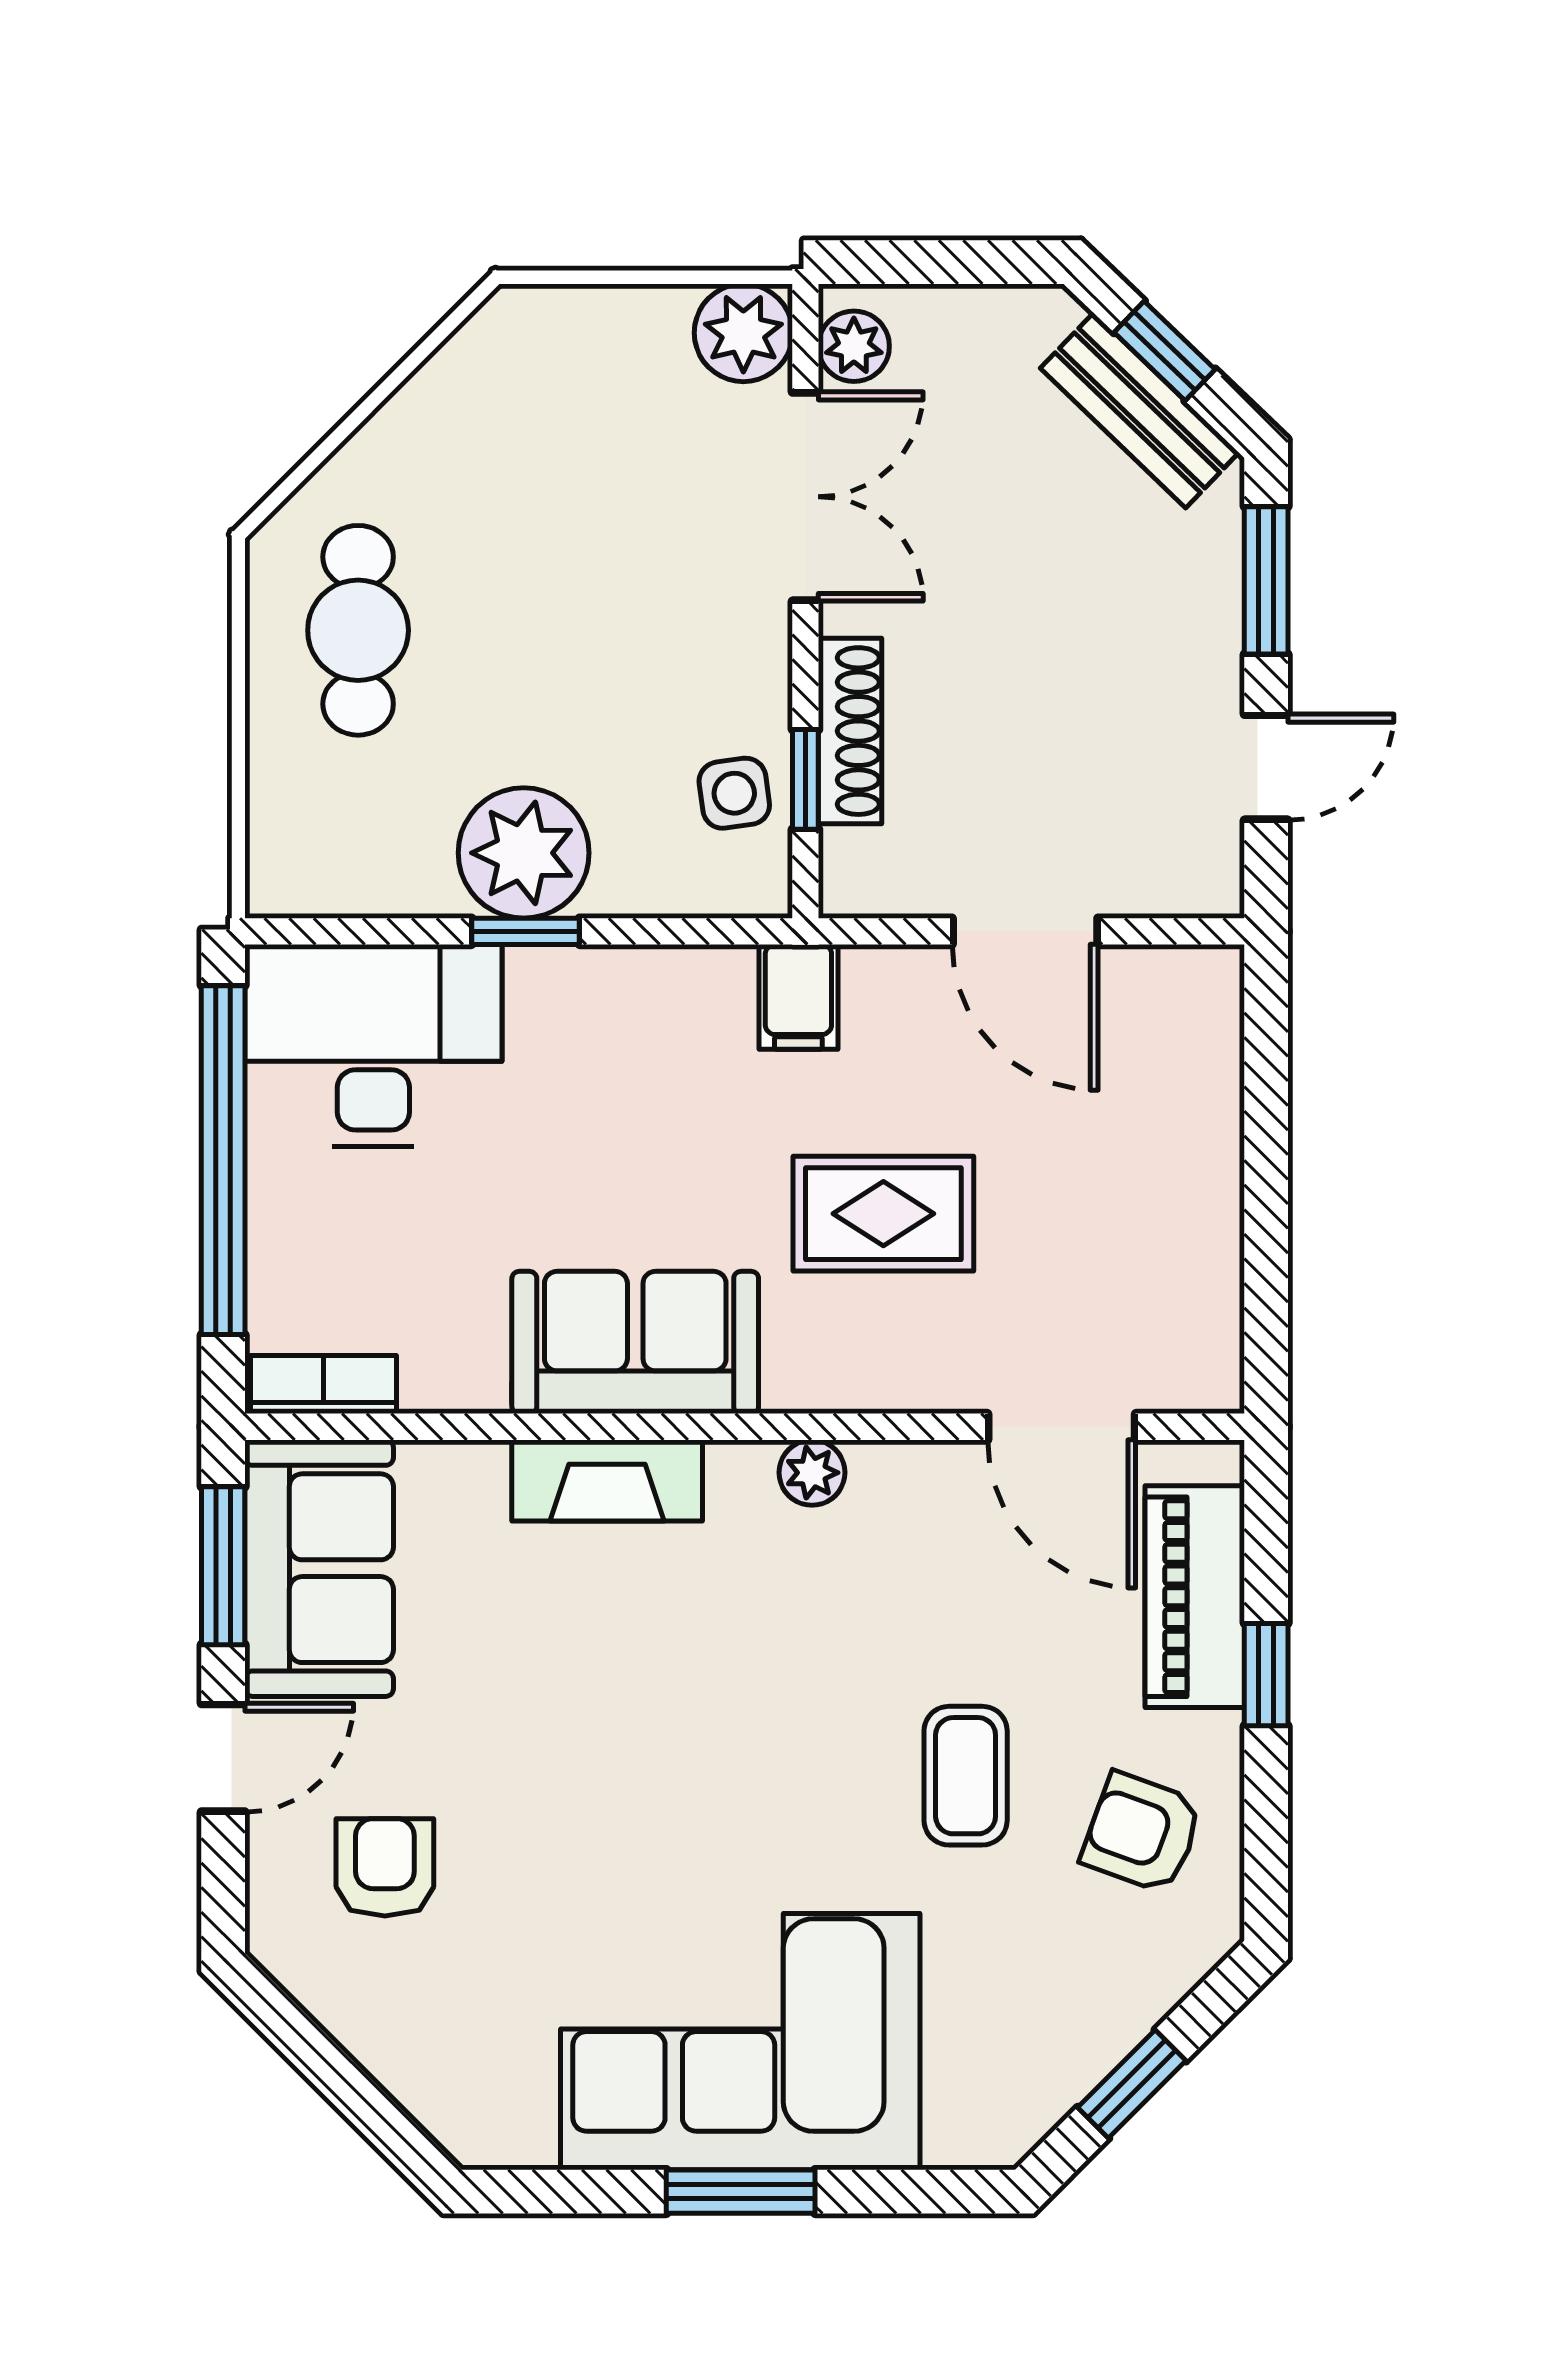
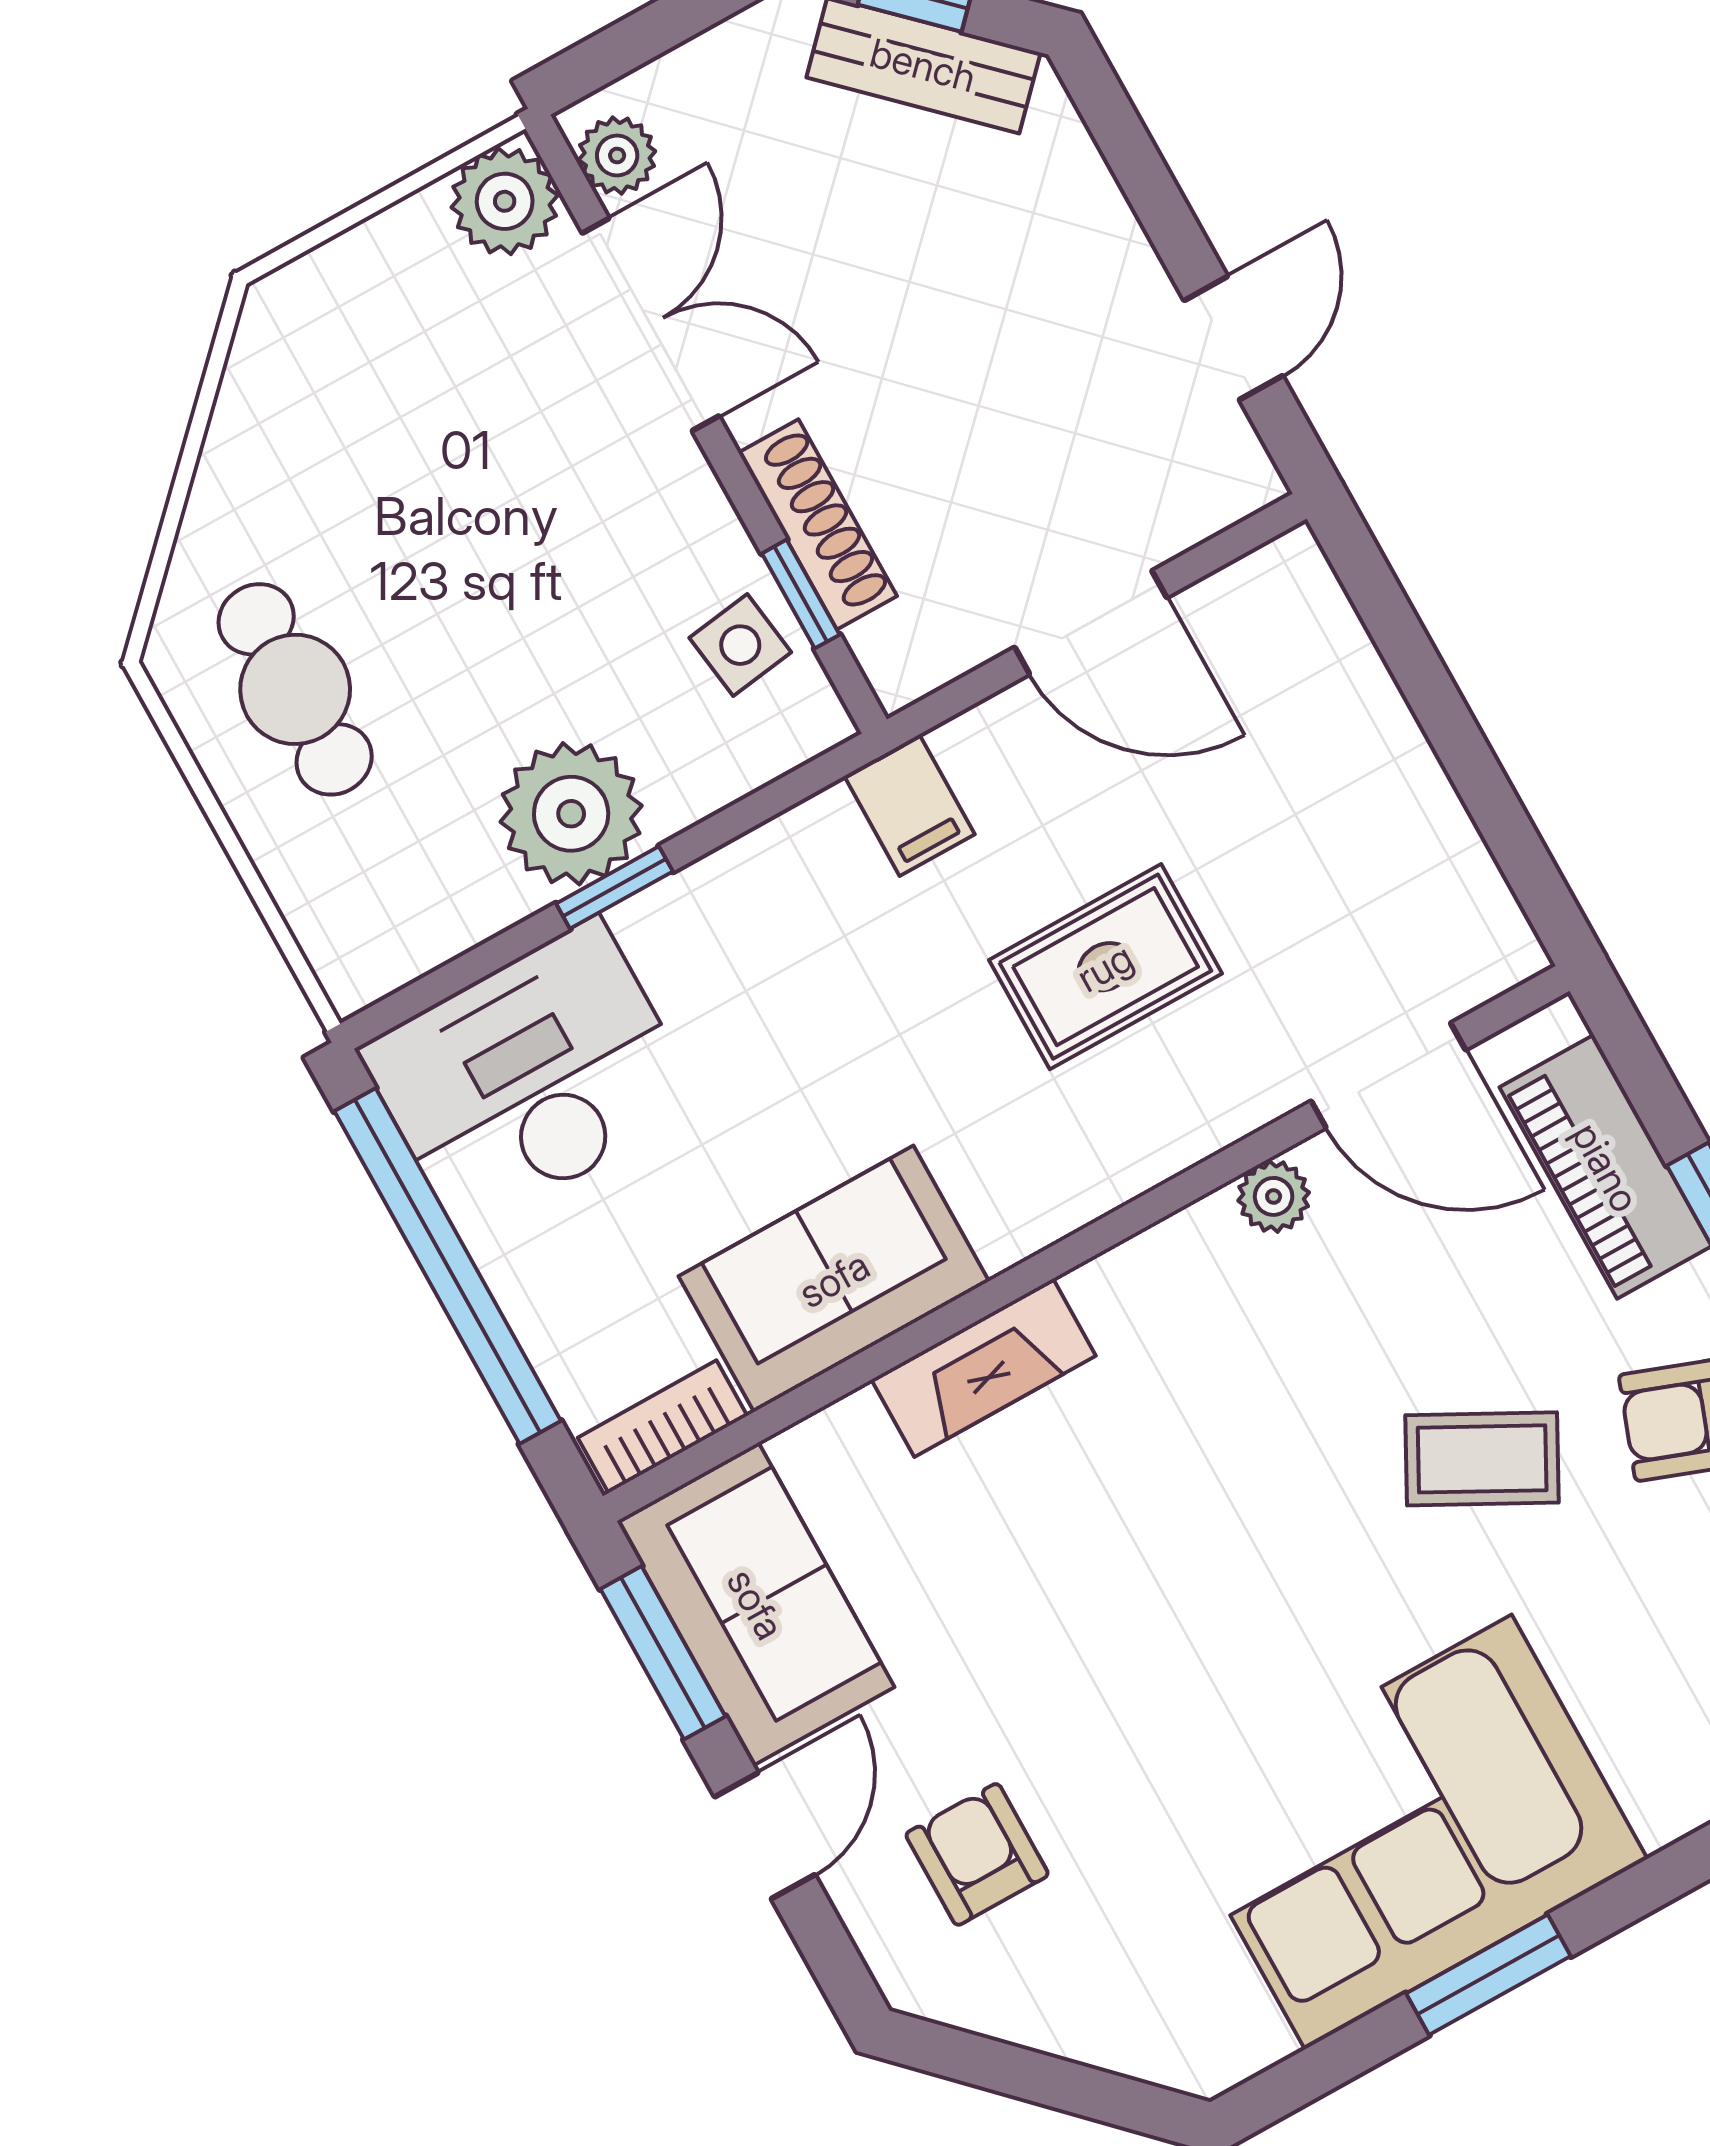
window: (1266, 580) -> (1134, 160), removed
sofa: (635, 1342) -> (834, 1279), moved
plant: (812, 1473) -> (1274, 1196), moved
coffee table: (966, 1776) -> (1482, 1459), turned -62

